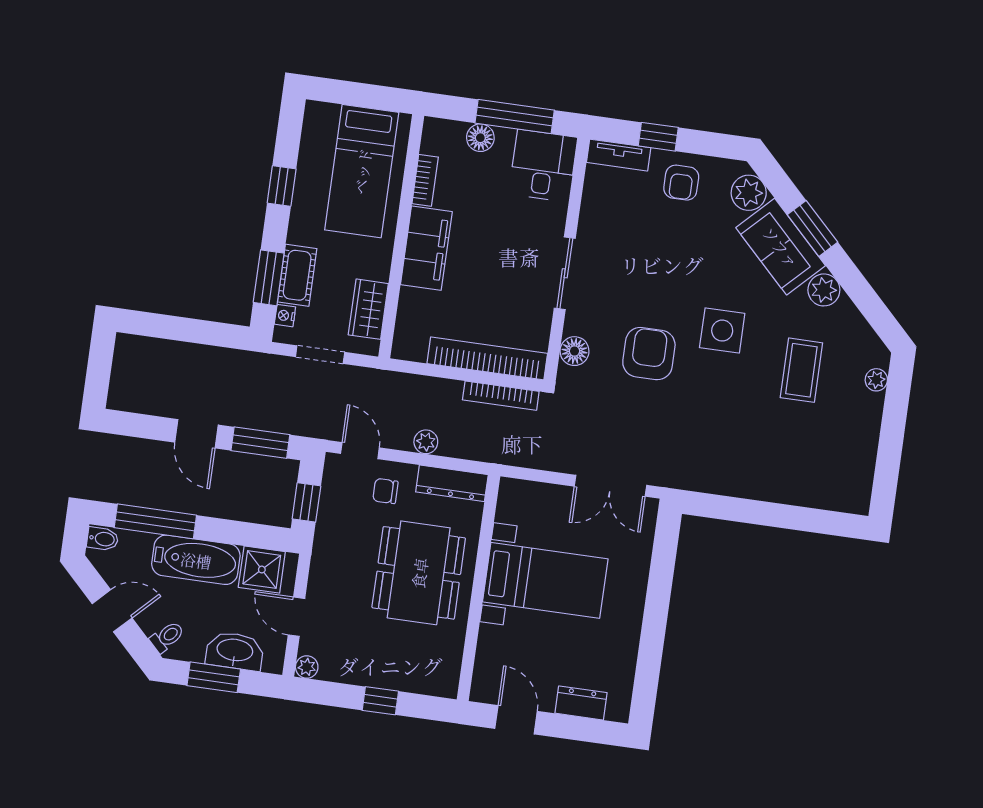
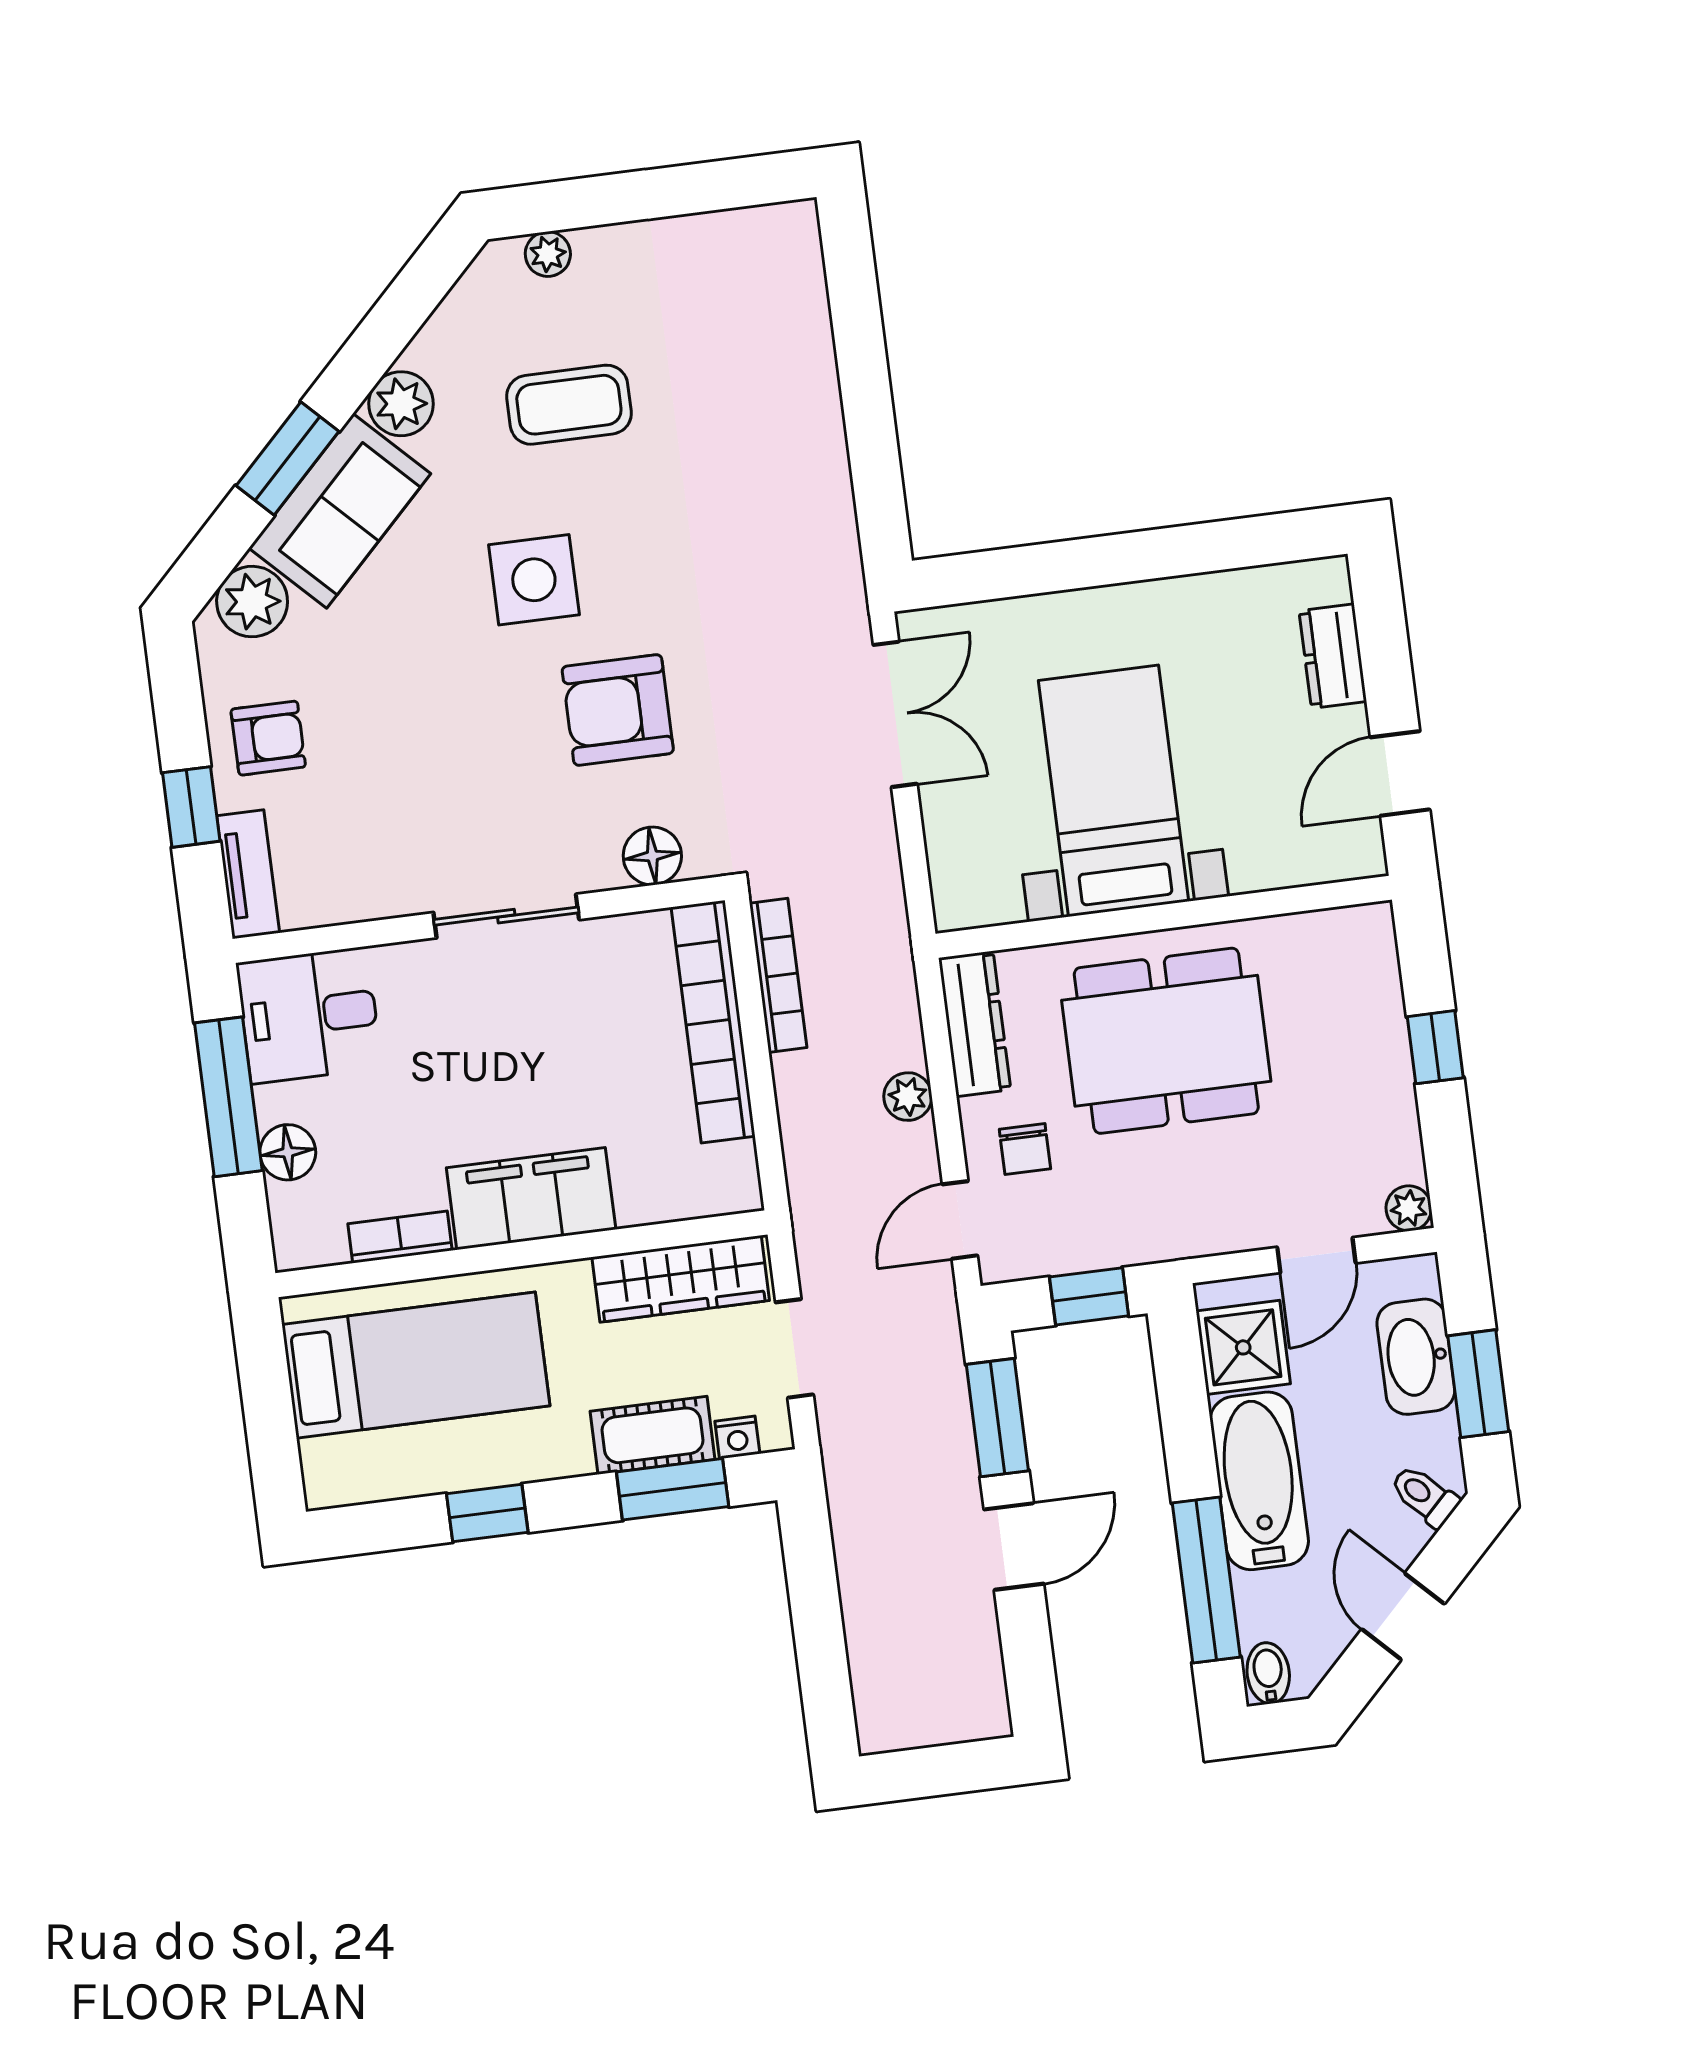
wardrobe: (368, 309) -> (681, 1279), width x1.50

